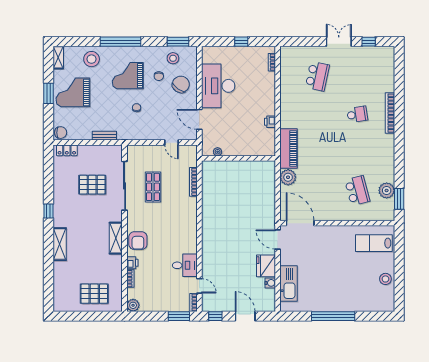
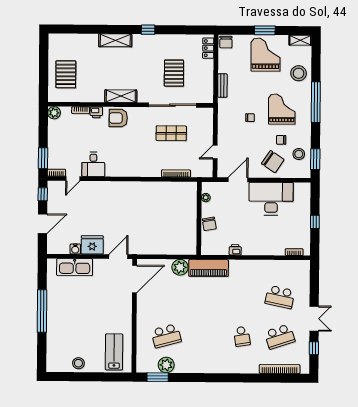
school desk: (357, 76) -> (280, 337), added
bookcase: (390, 113) -> (280, 369), moved
chair: (244, 148) -> (209, 224), added

